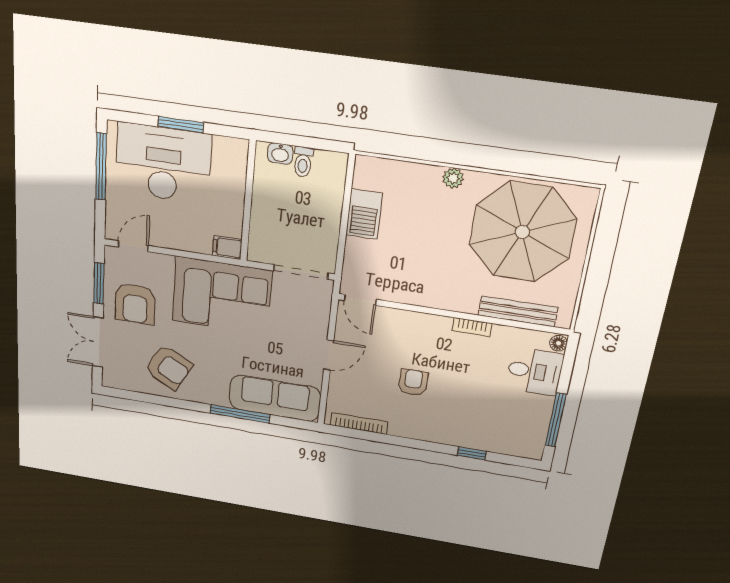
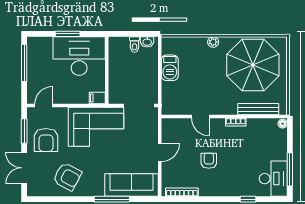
washbasin: (280, 154) -> (147, 42), moved
desk: (163, 163) -> (79, 56), moved
door: (360, 300) -> (200, 116), moved
desk: (535, 371) -> (273, 179), moved, width x1.37

